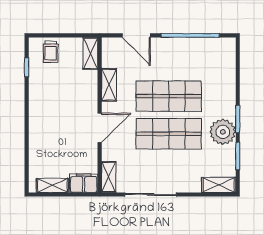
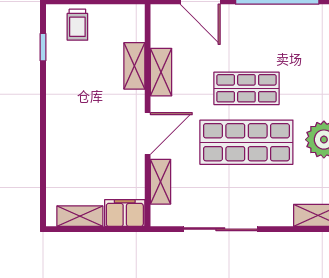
shelving: (90, 54) -> (134, 66), moved
shop shelf: (169, 96) -> (246, 88), width x0.70, depth x0.74
shelving: (109, 177) -> (161, 182), moved

